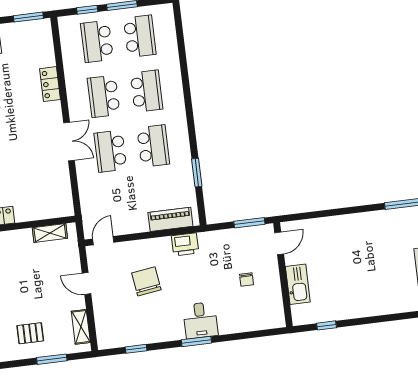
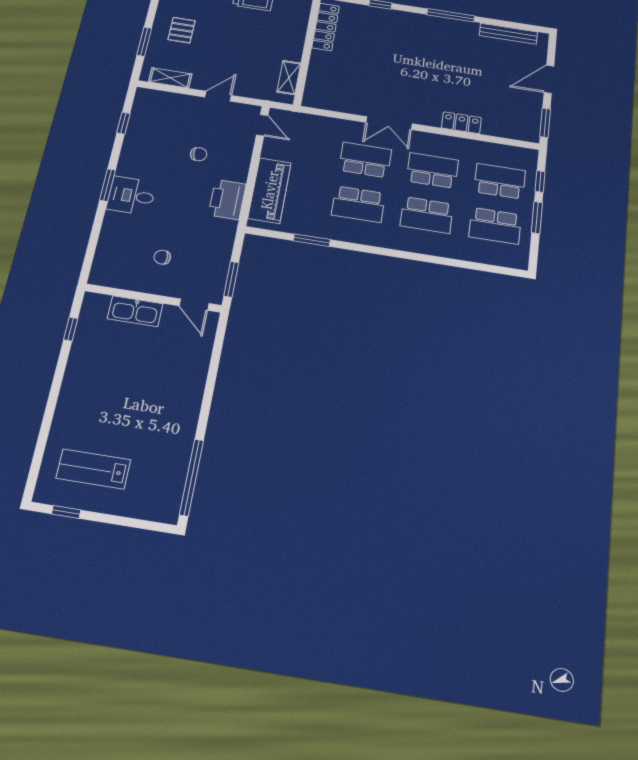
piano: (170, 219) -> (270, 190), width x1.37, depth x1.33
printer: (185, 244) -> (227, 199), width x1.37, depth x1.19
chair: (146, 281) -> (199, 154), width x0.54, depth x0.54

